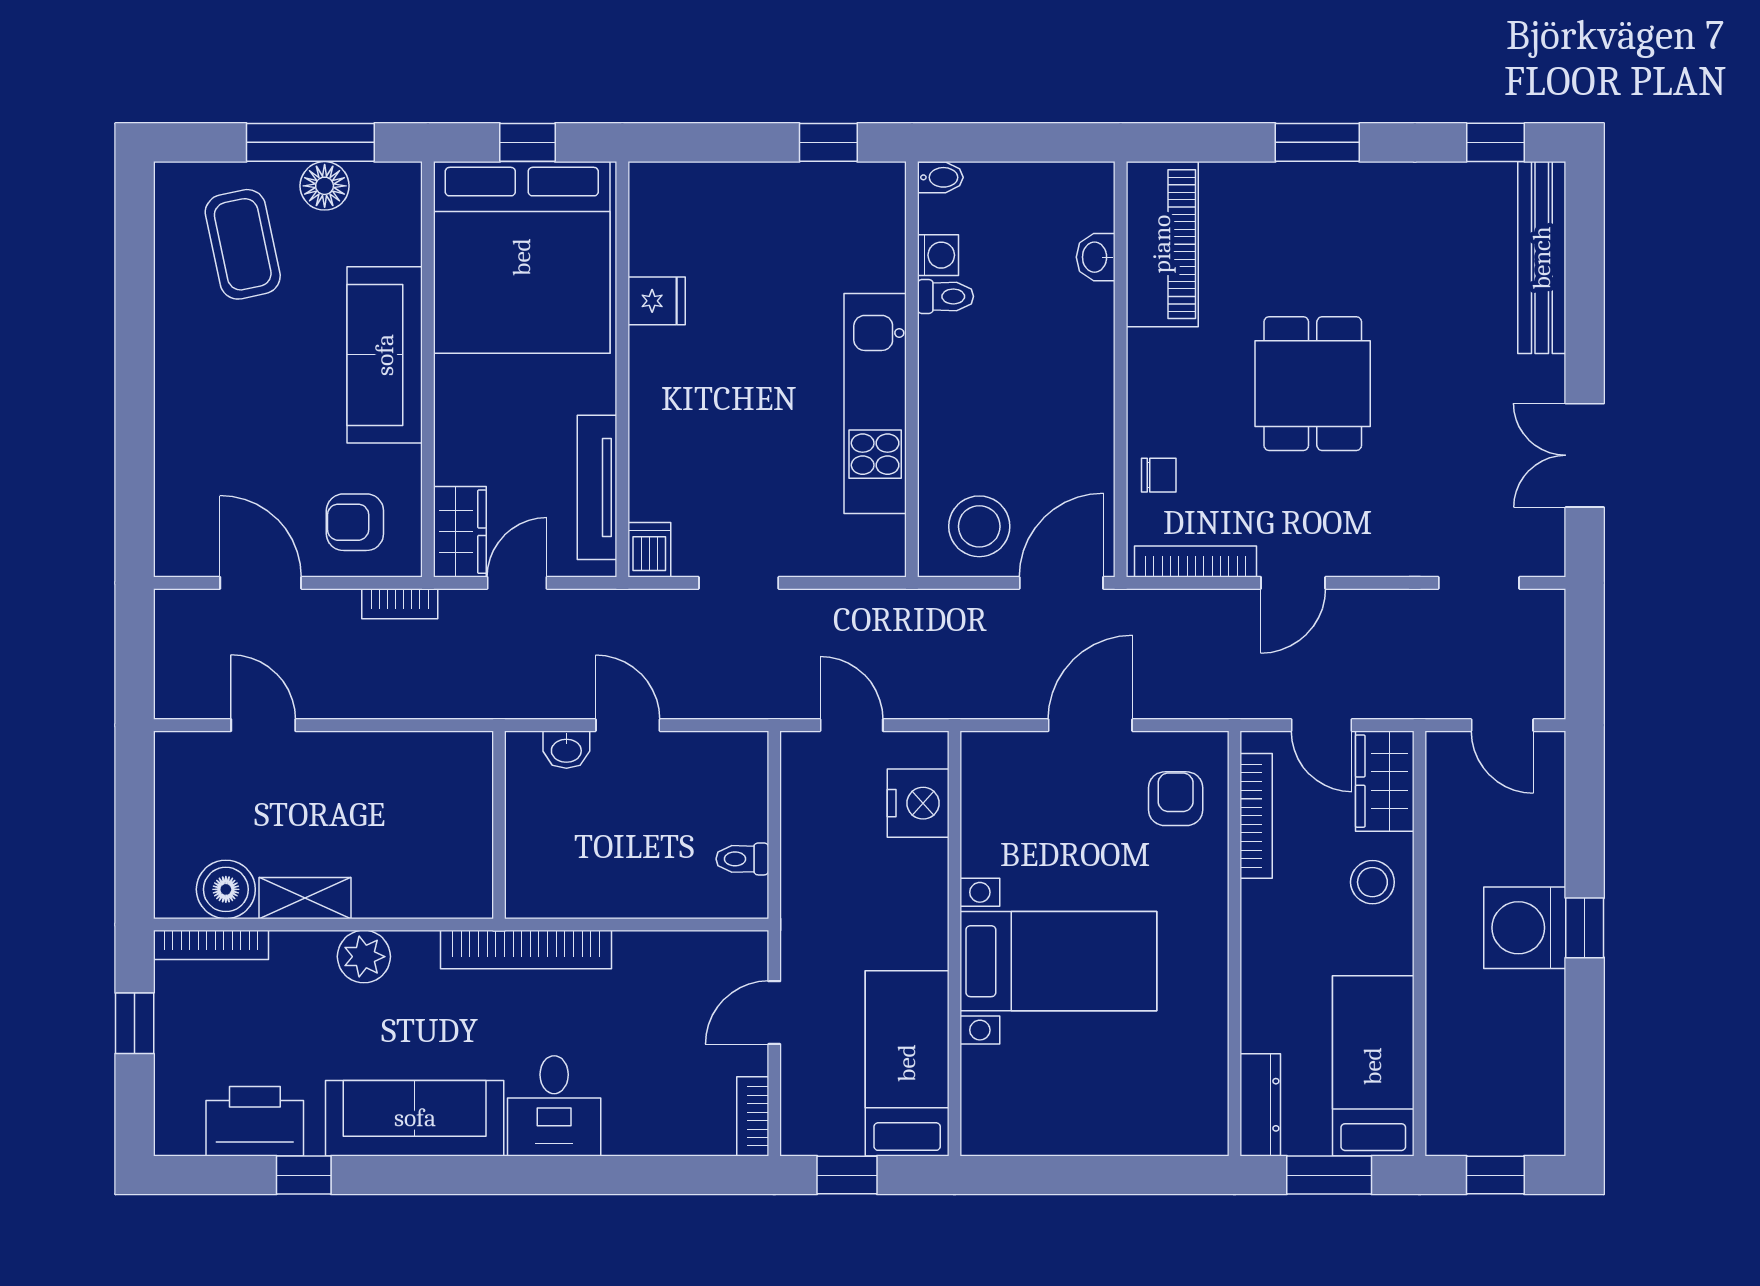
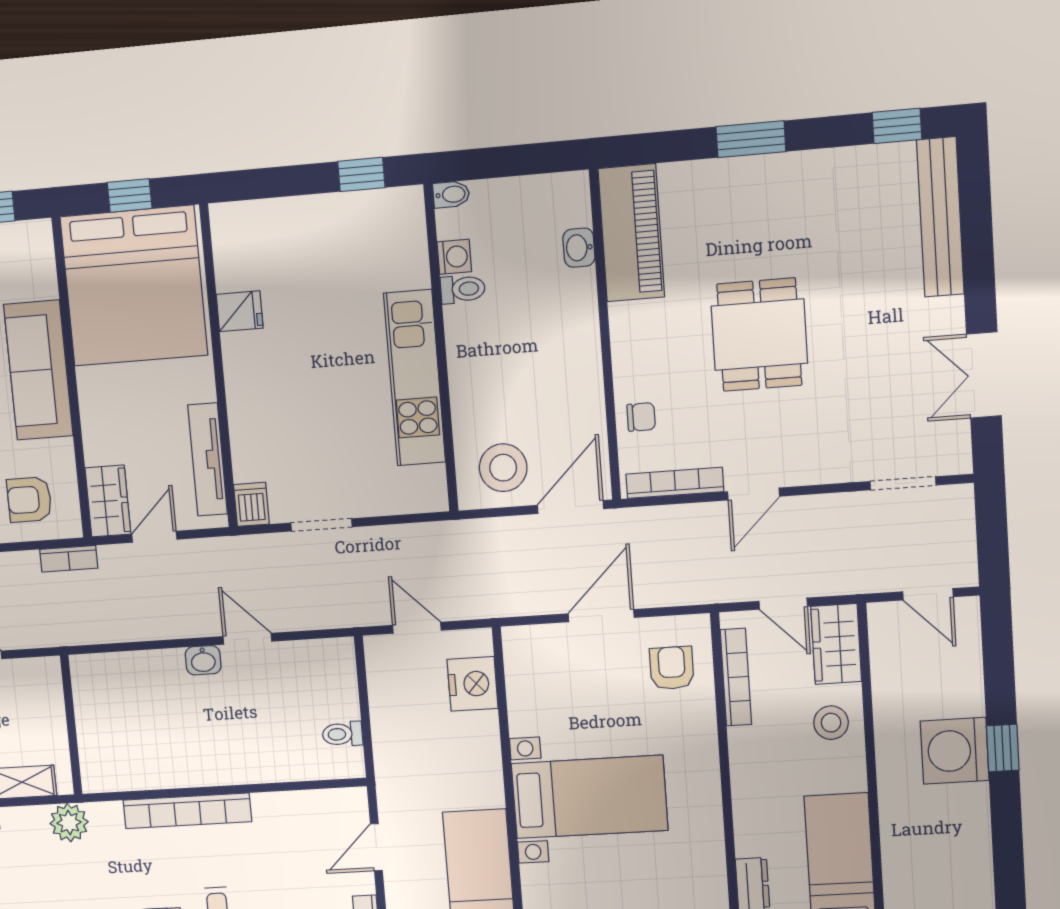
wall: (499, 825) -> (71, 725), moved

